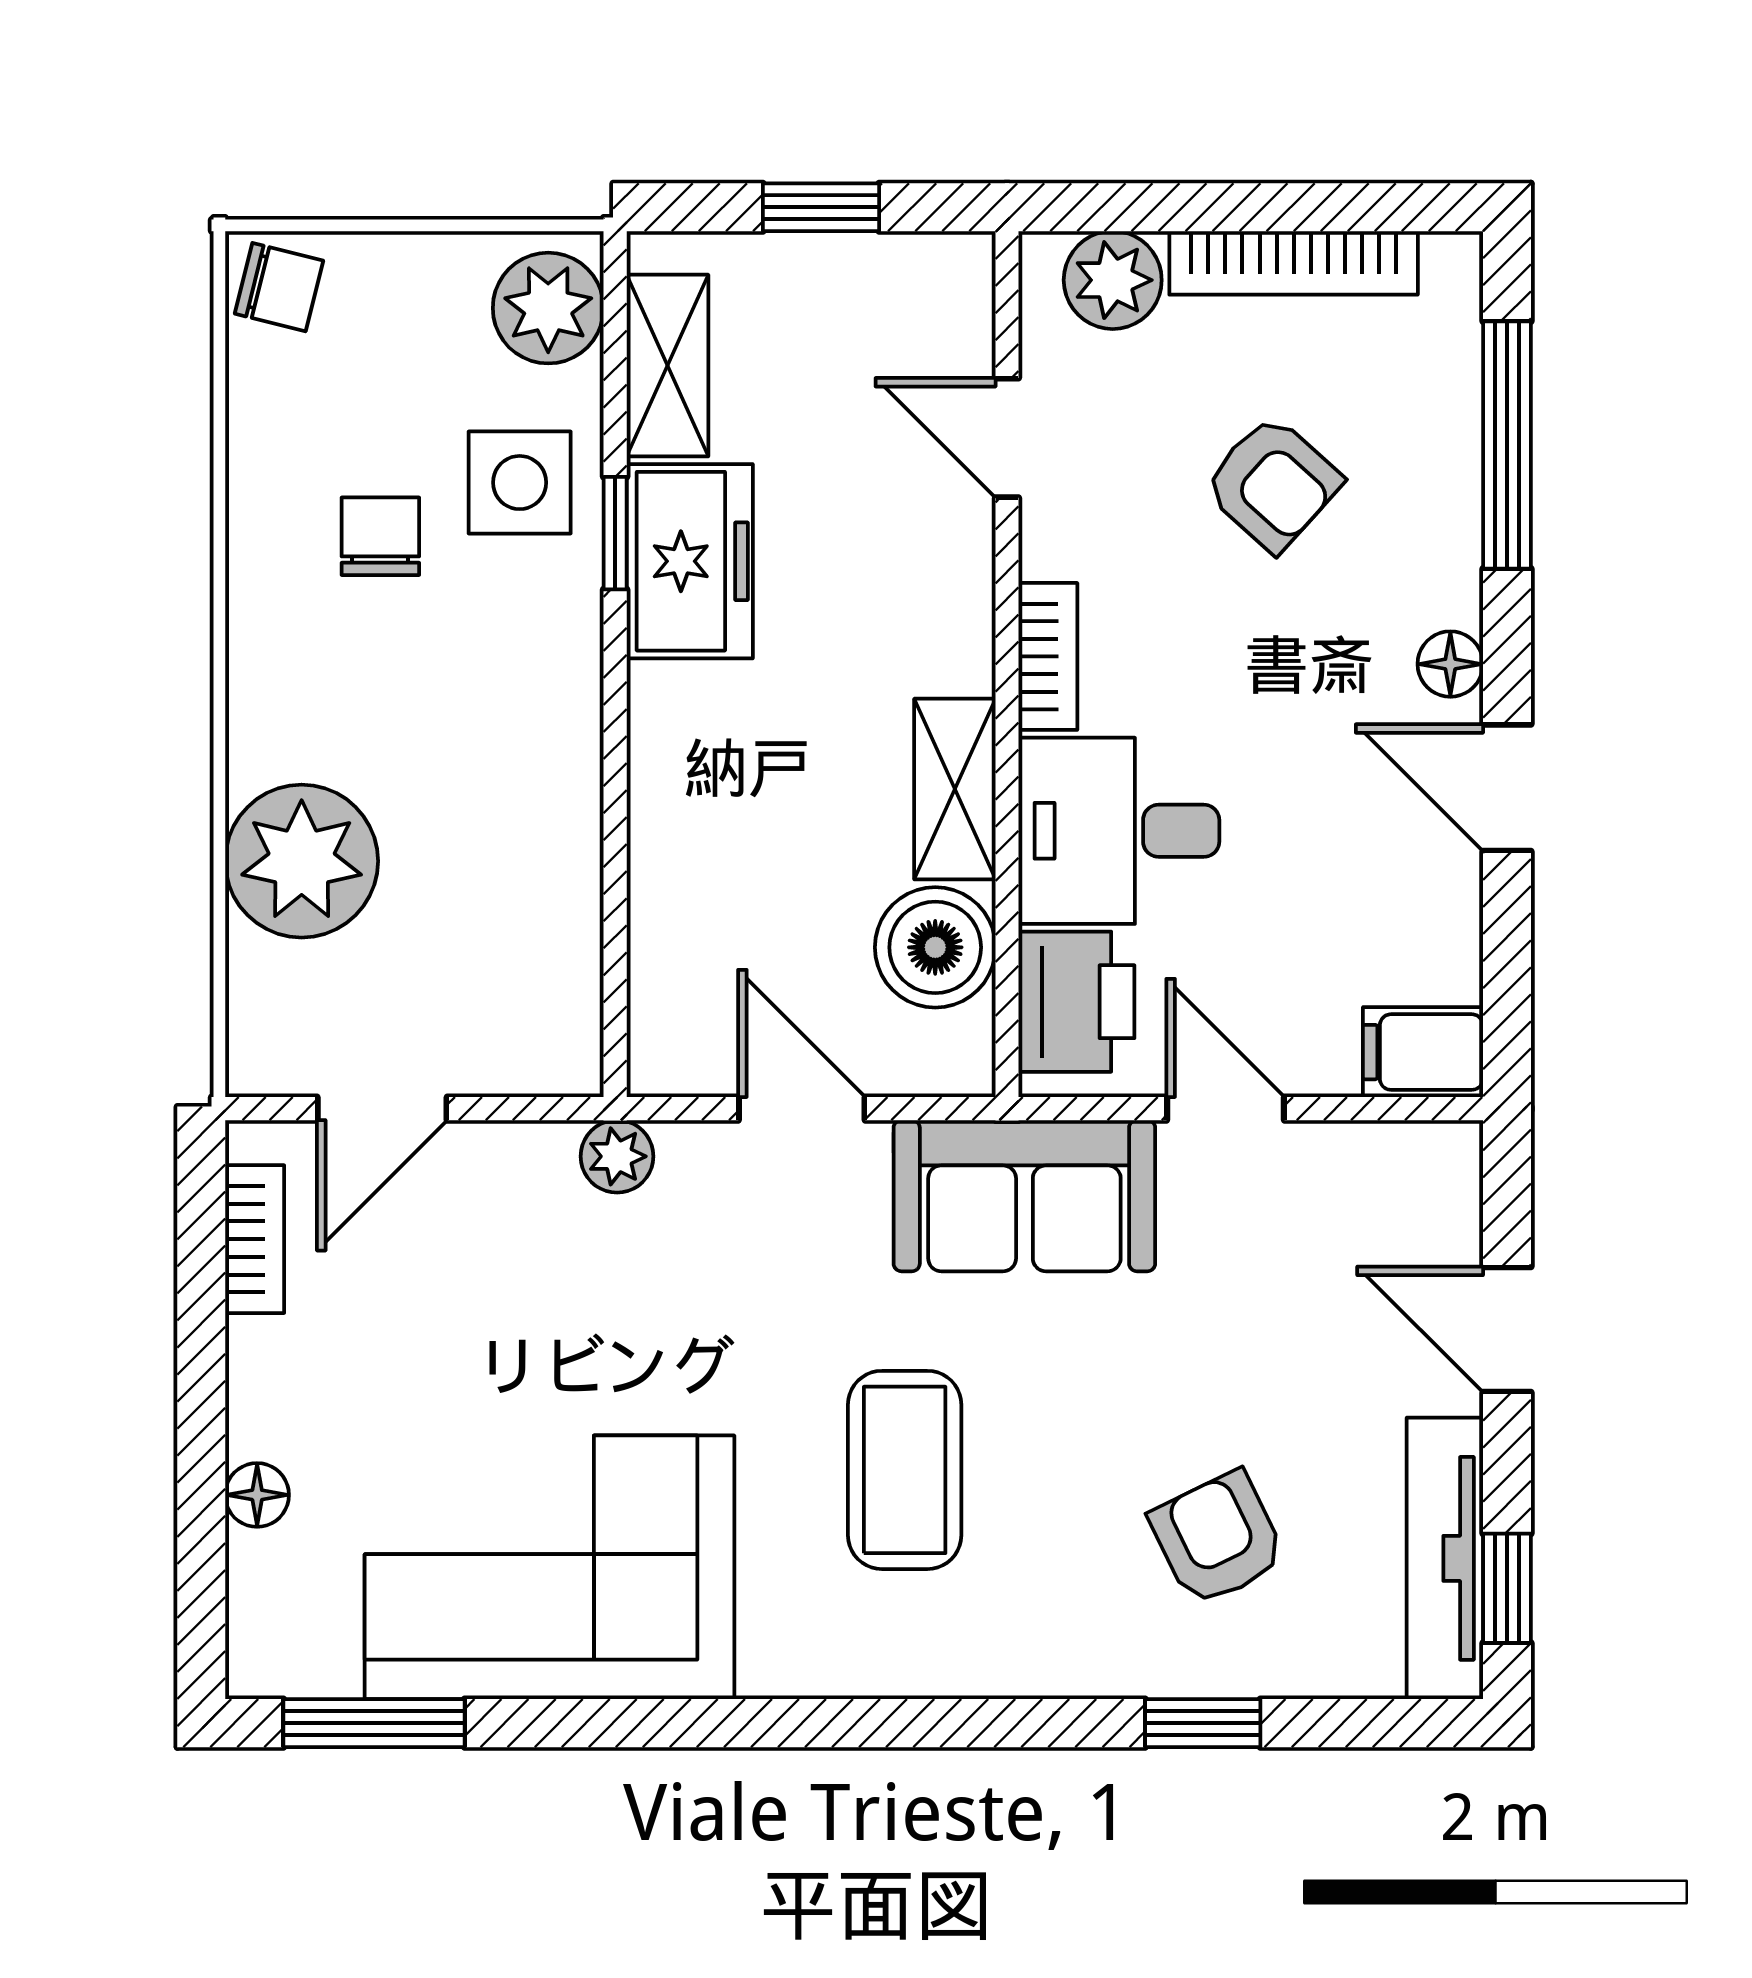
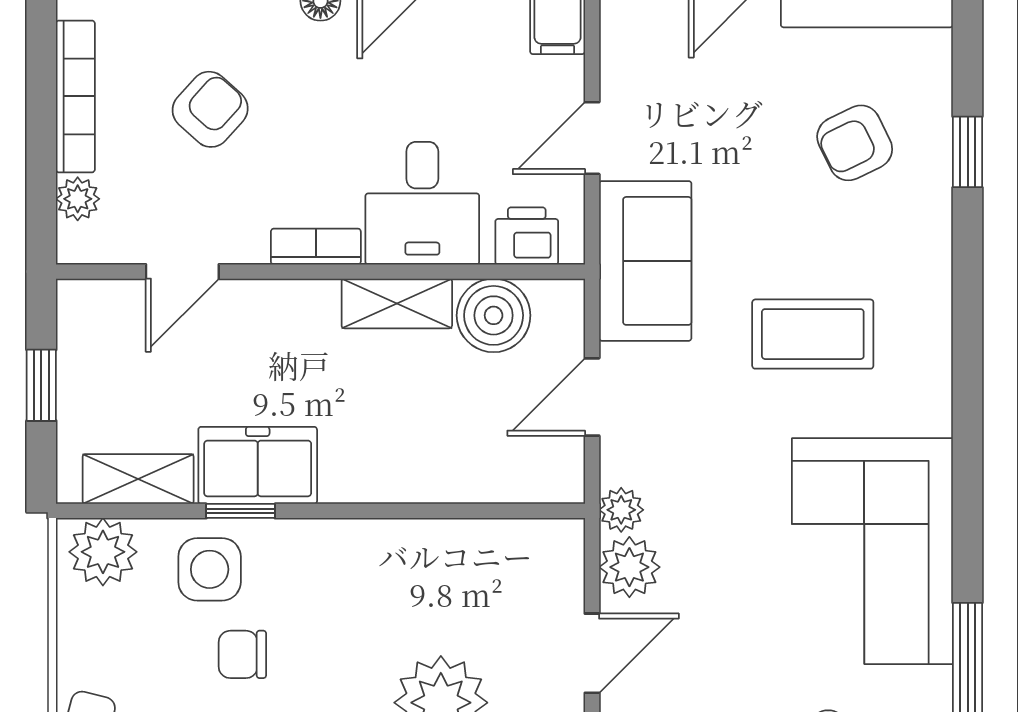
plant: (1113, 280) -> (78, 199), width x0.73, depth x0.73
printer: (1076, 1002) -> (527, 236), width x0.73, depth x0.81
door: (382, 1109) -> (592, 653), hinge flipped
plant: (523, 1170) -> (629, 567), added

